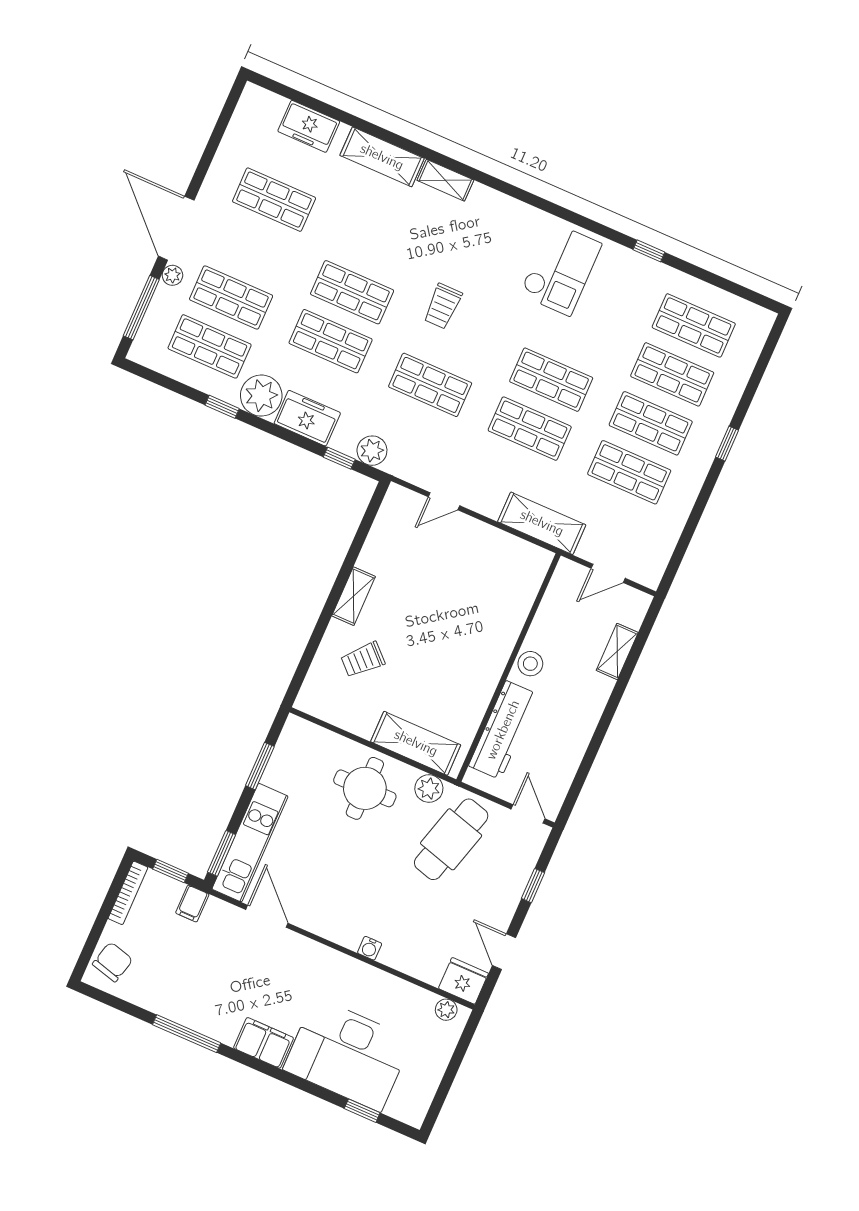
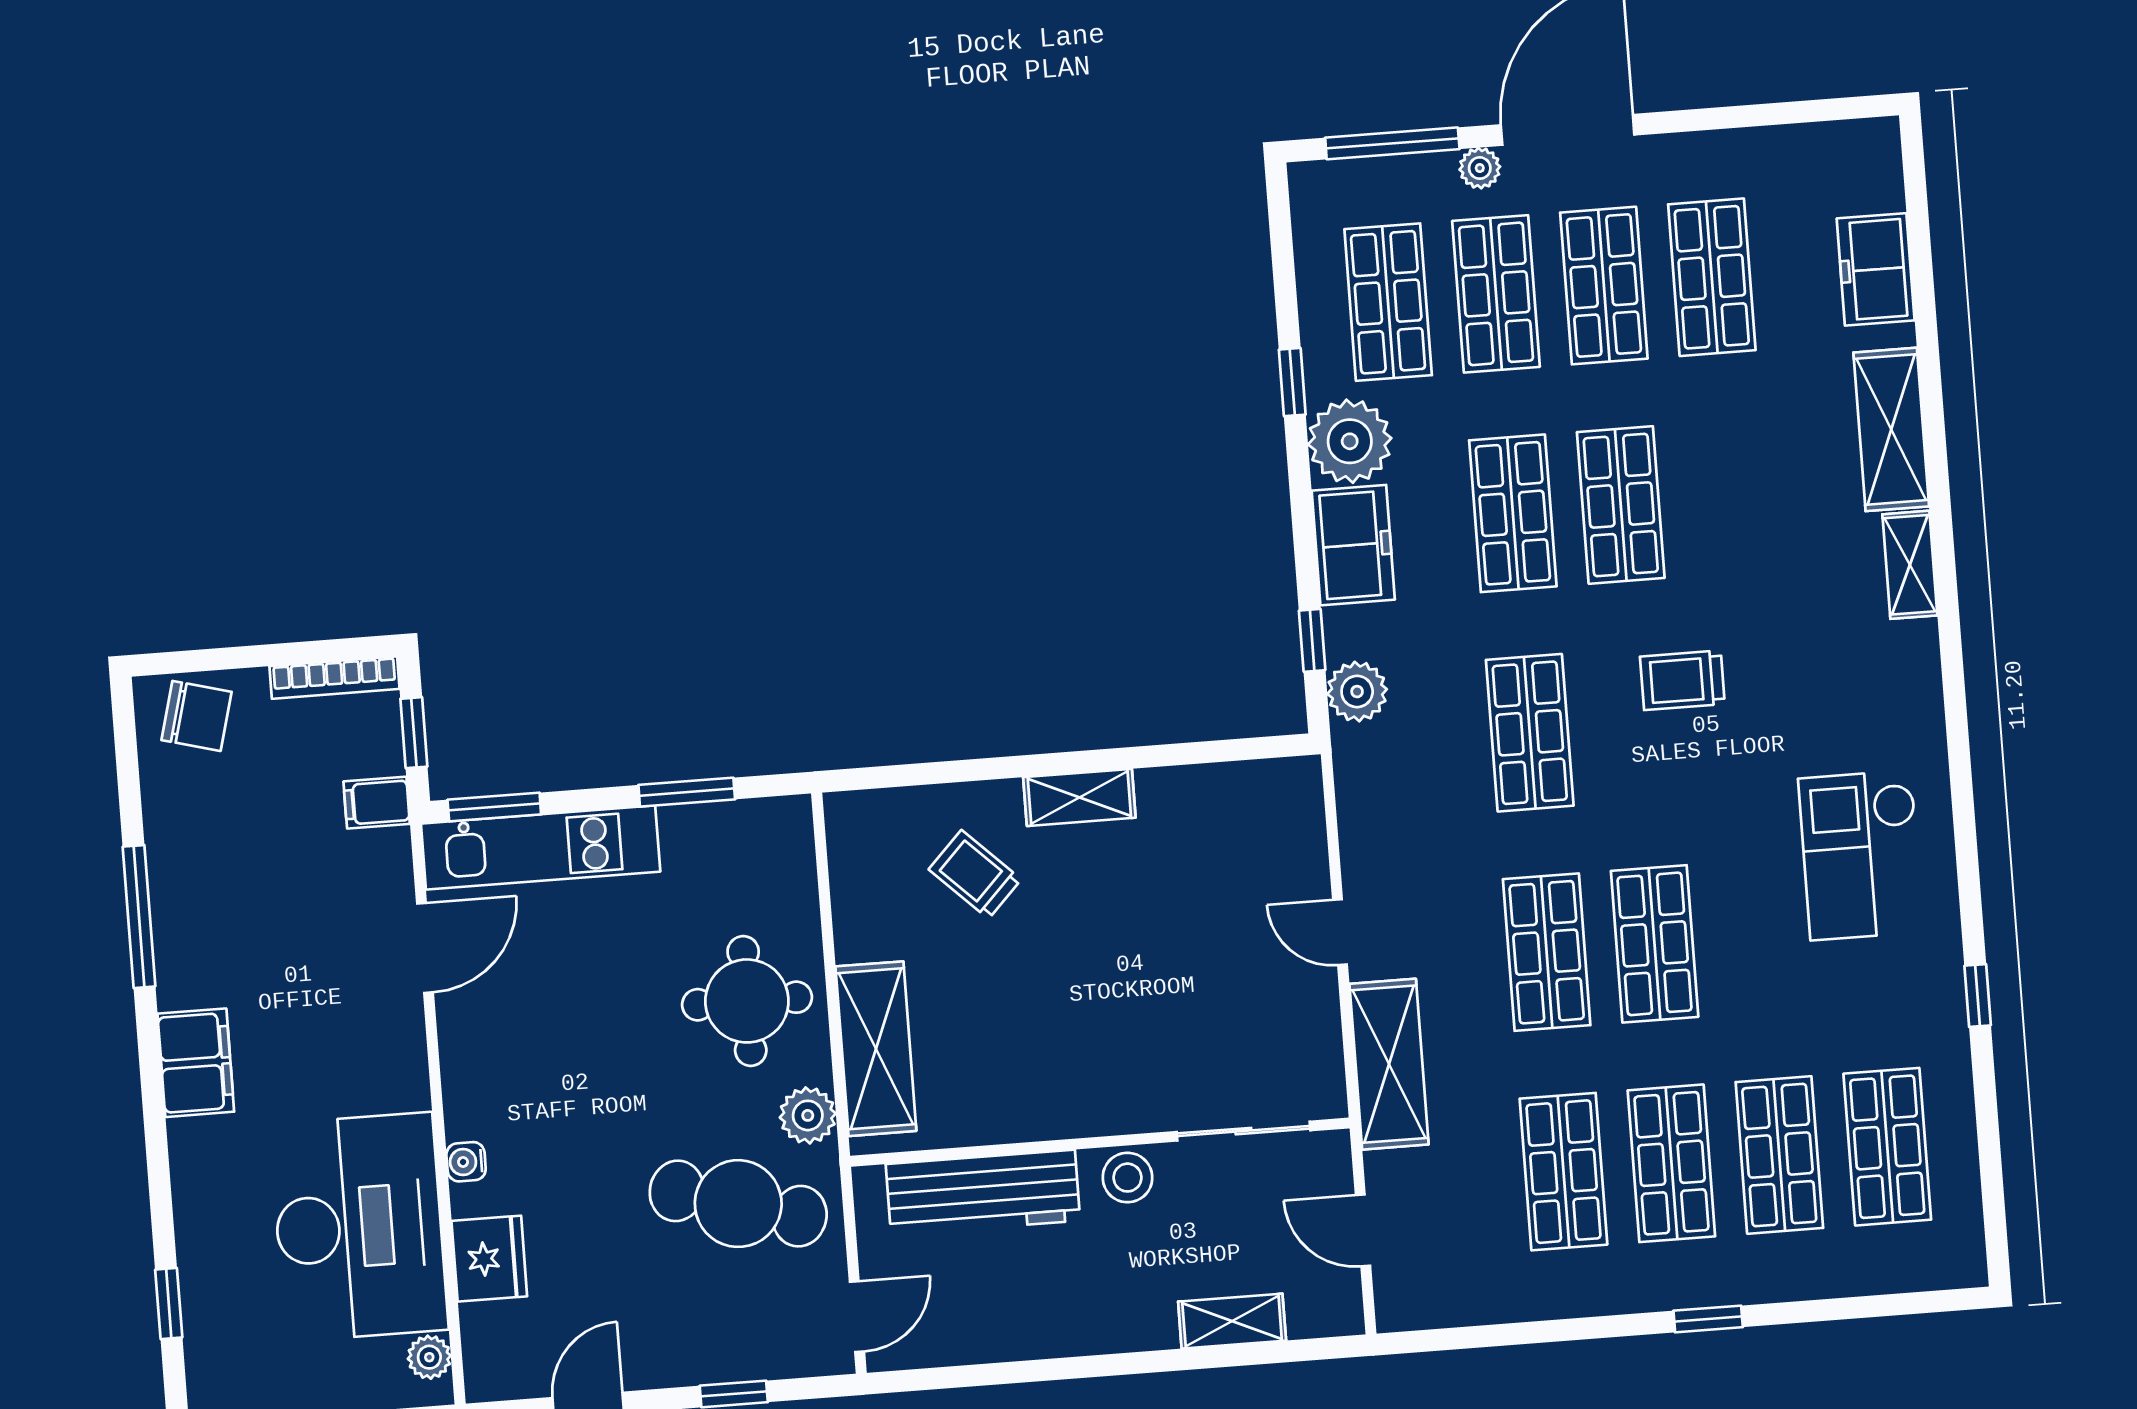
shop shelf: (253, 249) -> (1604, 286), added
checkout: (561, 269) -> (1861, 855), turned 90
door: (444, 501) -> (1340, 932), moved
sliding door: (537, 602) -> (1243, 1131), added
fridge: (463, 981) -> (489, 1259), moved
desk: (348, 1054) -> (359, 1227), moved, turned 180

